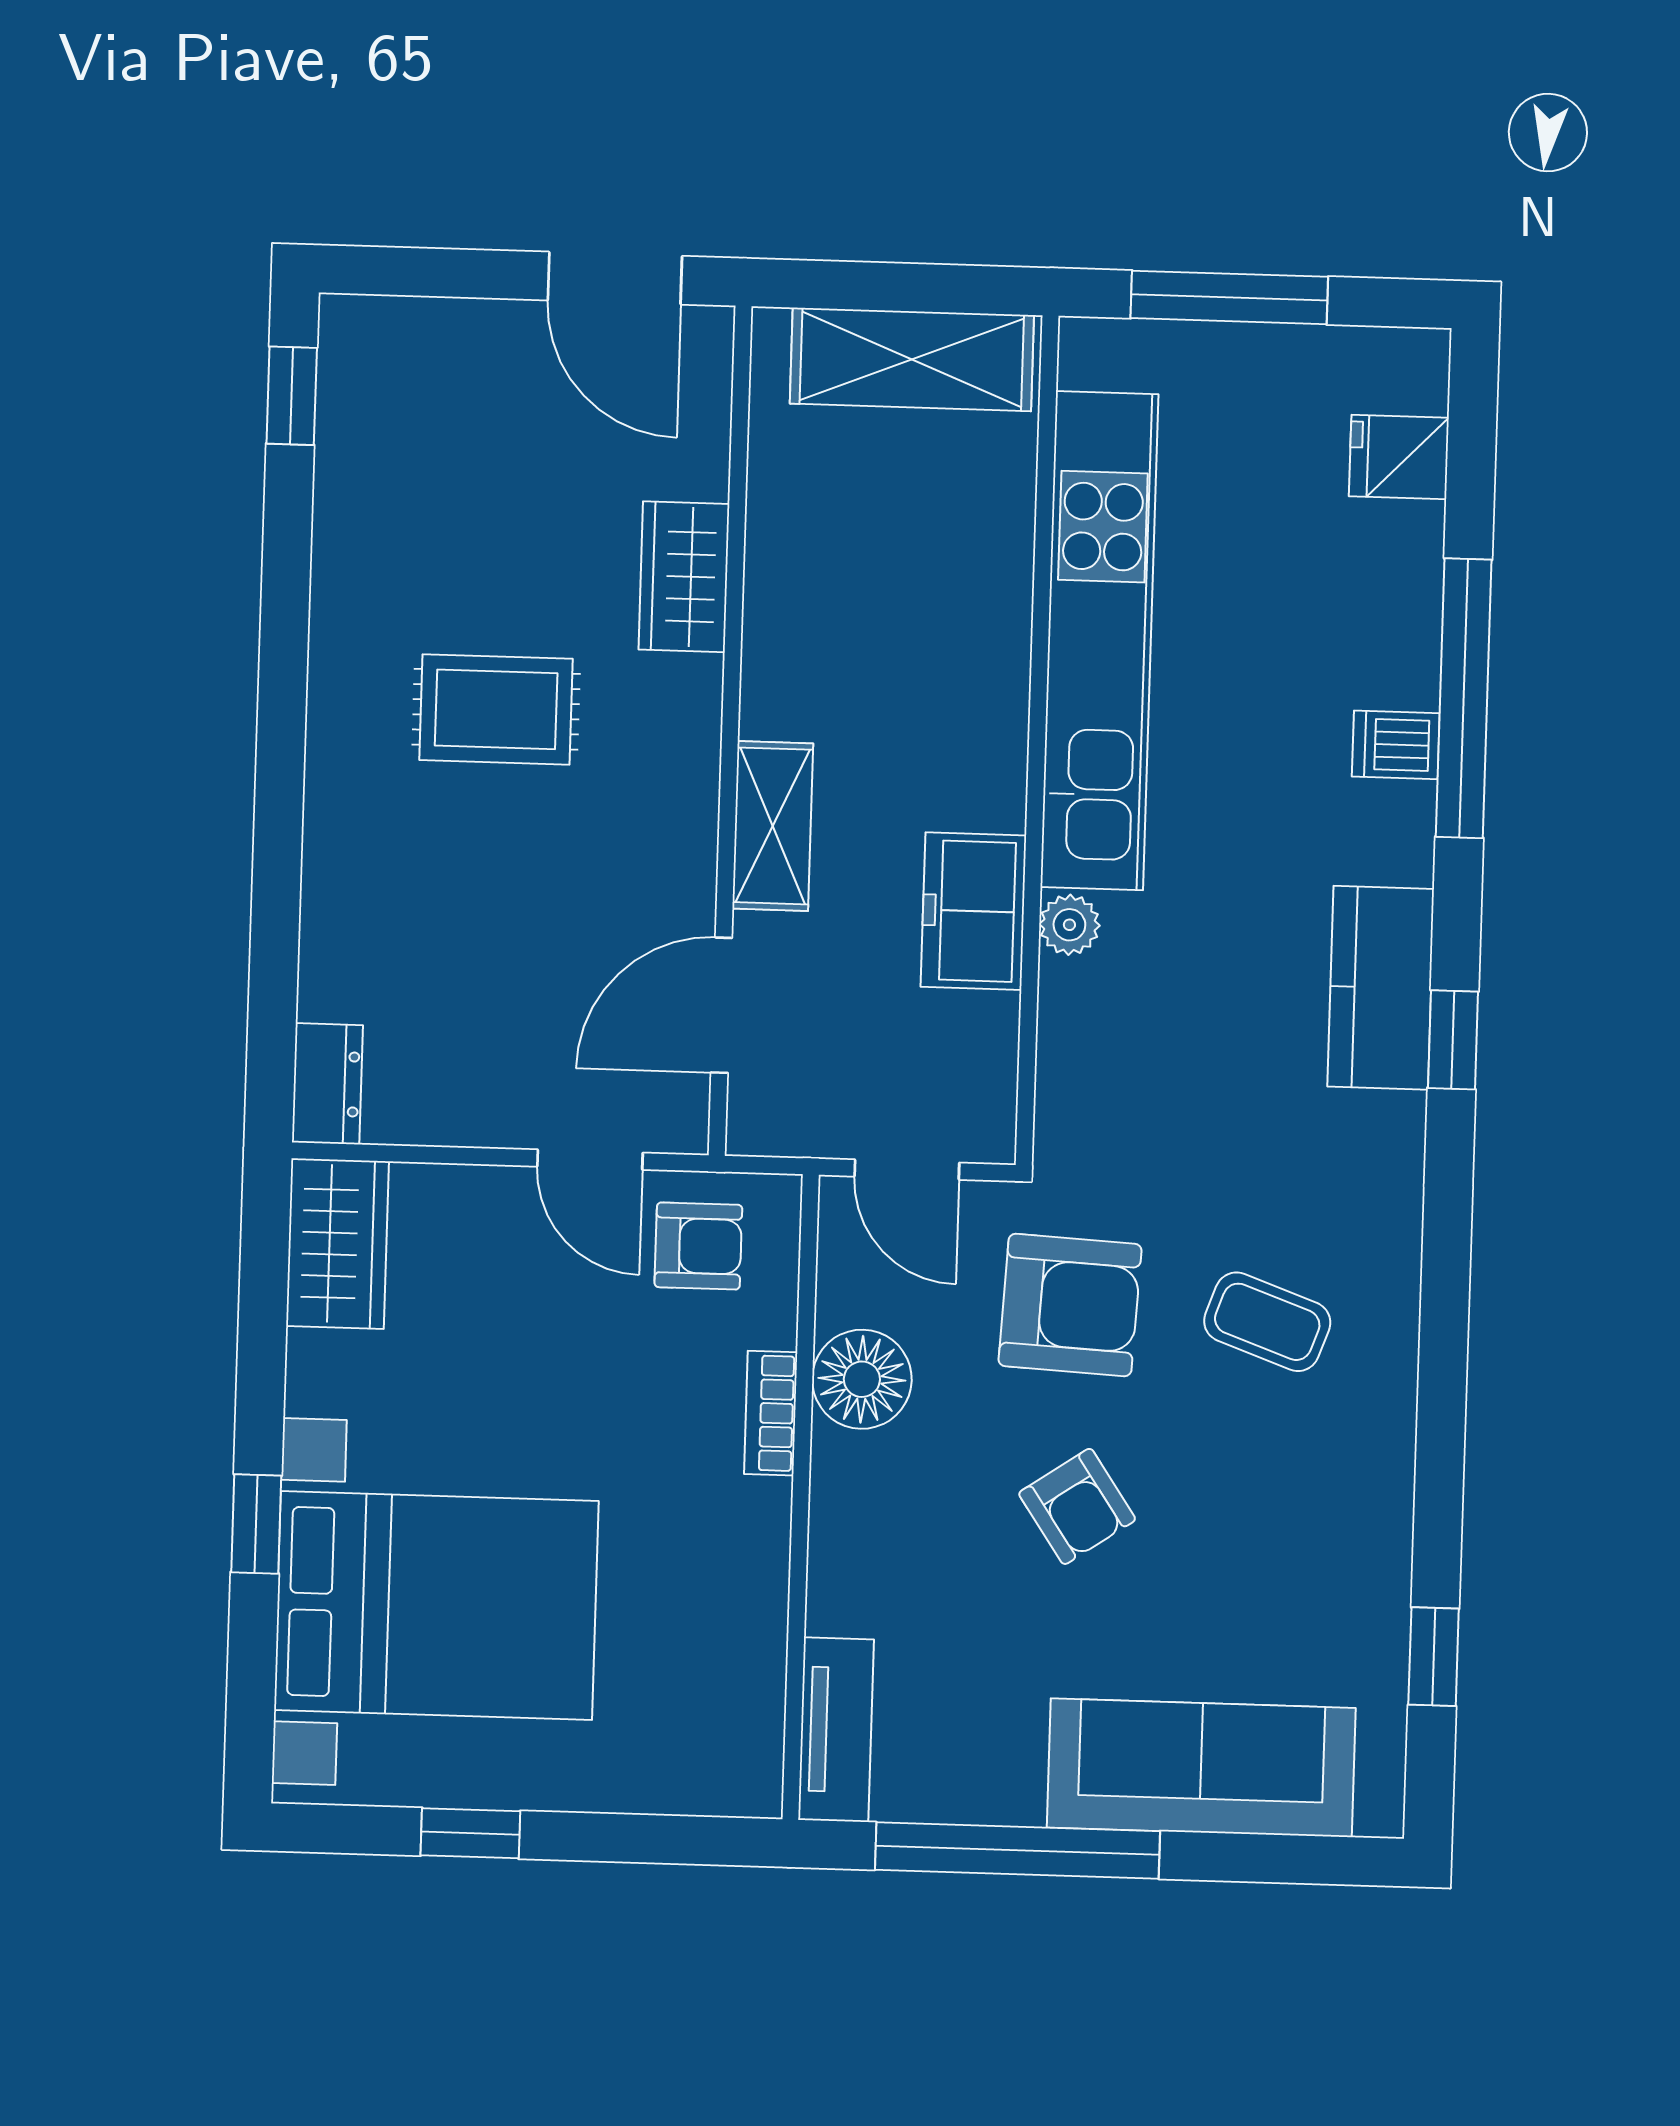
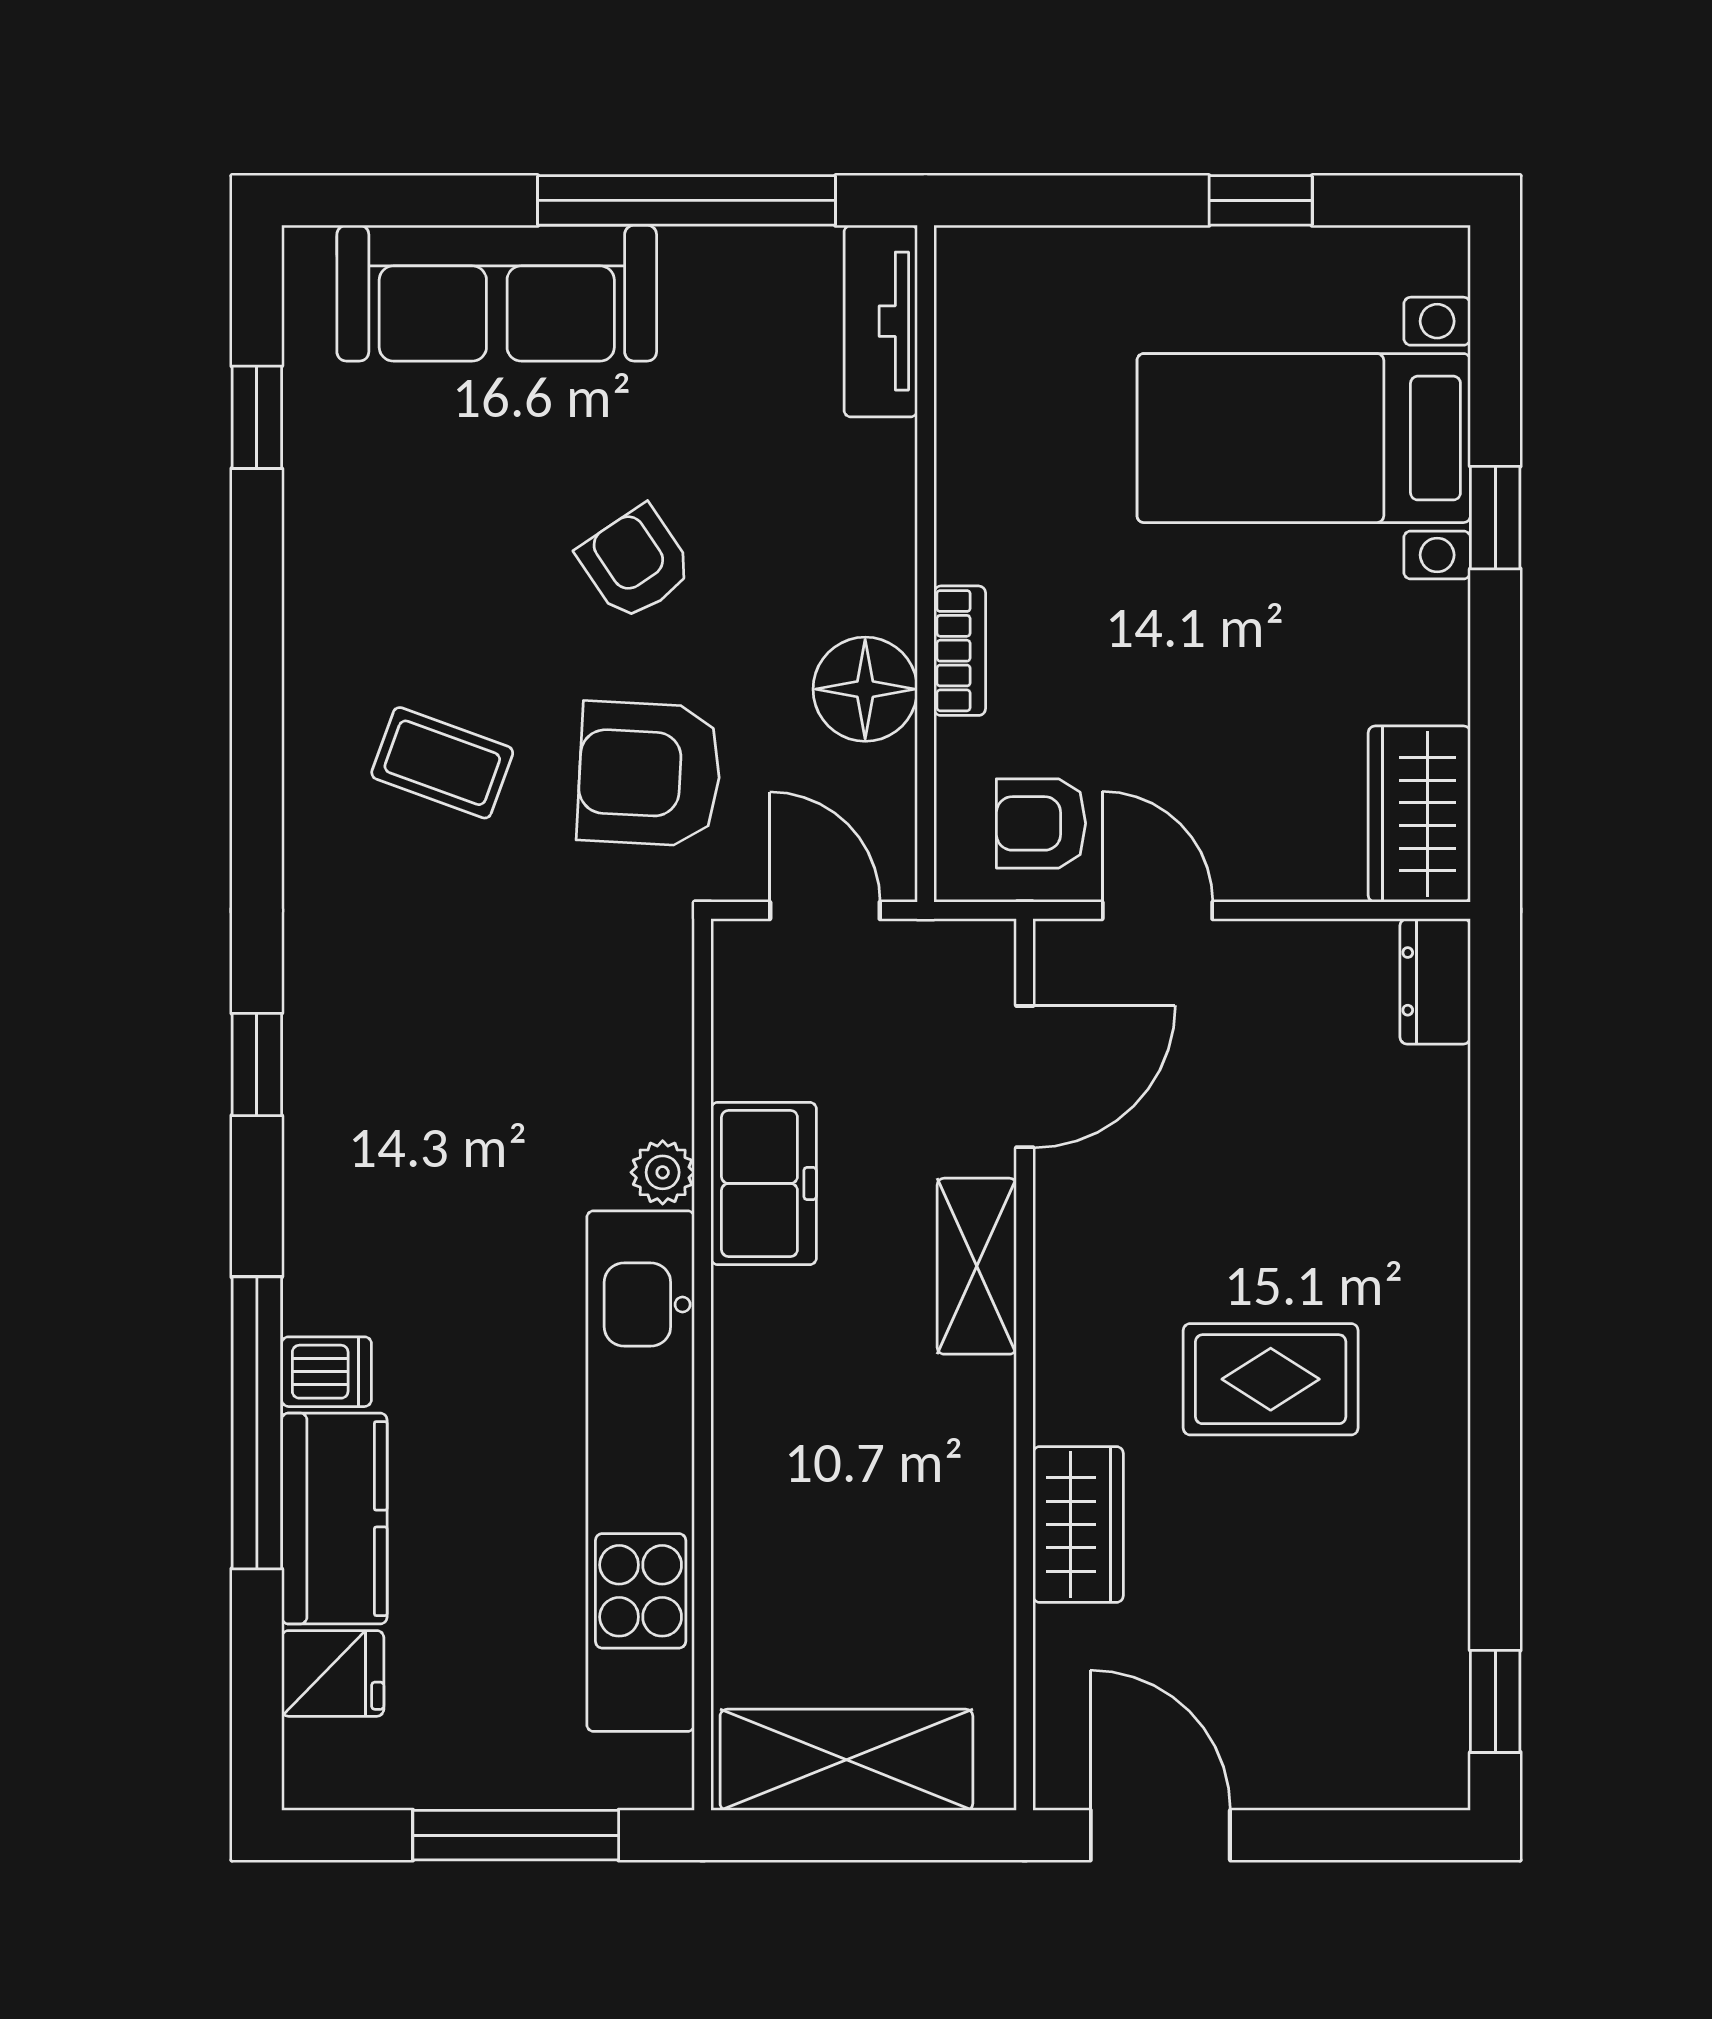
kitchen counter: (1381, 988) -> (334, 1519), moved
bed with nightstands: (436, 1605) -> (1304, 438), width x0.73

